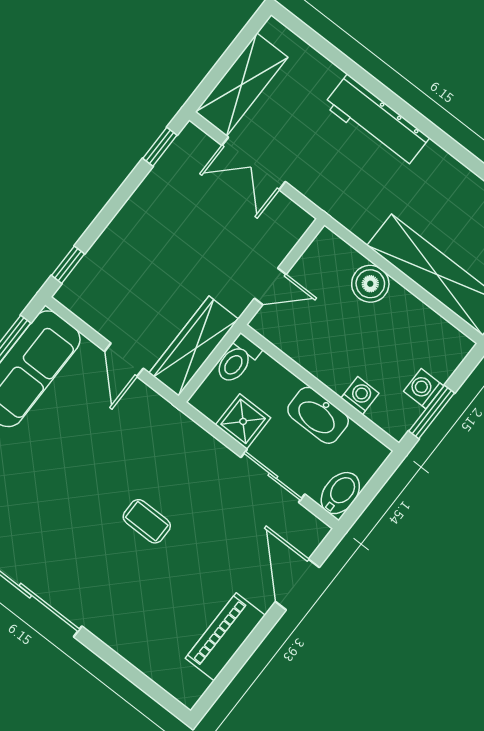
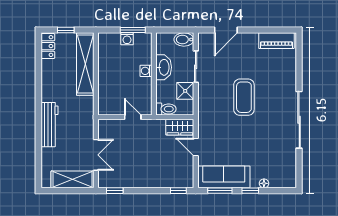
boiler: (370, 284) -> (106, 84), removed
wardrobe: (194, 346) -> (180, 127), width x0.67
door: (124, 360) -> (196, 147), swing flipped
washing machine: (360, 396) -> (146, 71), moved
coffee table: (147, 521) -> (244, 97), width x1.86, depth x1.72
piano: (225, 637) -> (276, 41), moved

